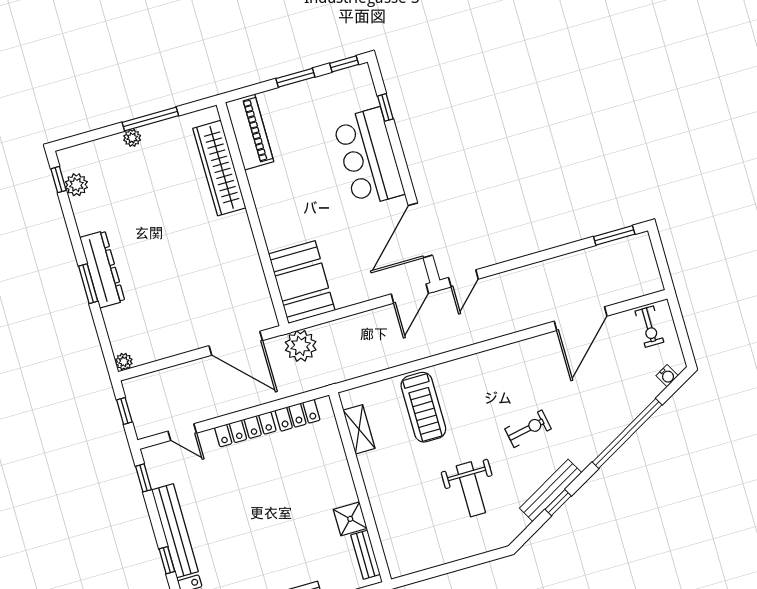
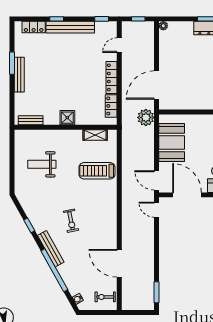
booth: (302, 282) -> (172, 143), moved, turned 90
weight bench: (471, 489) -> (42, 164), moved
bench: (551, 490) -> (51, 249), moved
shower: (350, 519) -> (67, 118), moved

